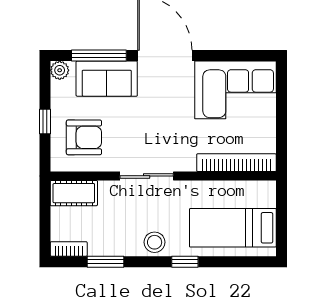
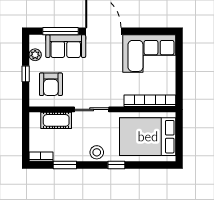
plant: (60, 70) -> (35, 55), moved
armchair: (84, 137) -> (51, 84), turned 90
cot: (74, 193) -> (56, 120), moved
bed: (233, 228) -> (148, 137), width x1.50

